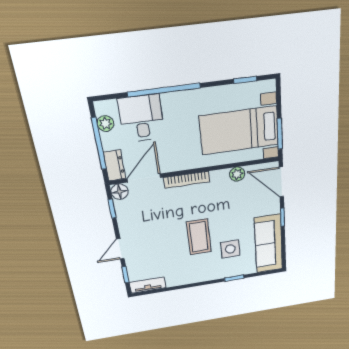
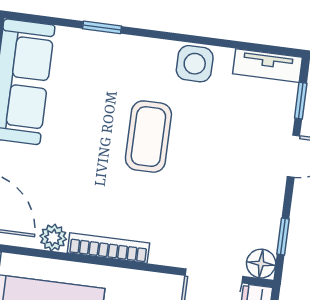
bookcase: (187, 180) -> (108, 248), moved
side table: (230, 249) -> (195, 64), moved

